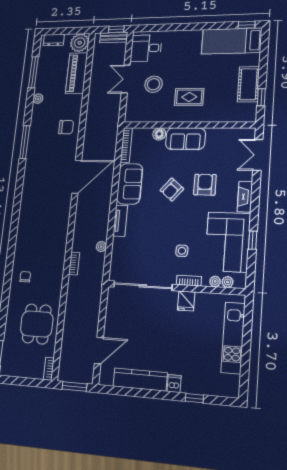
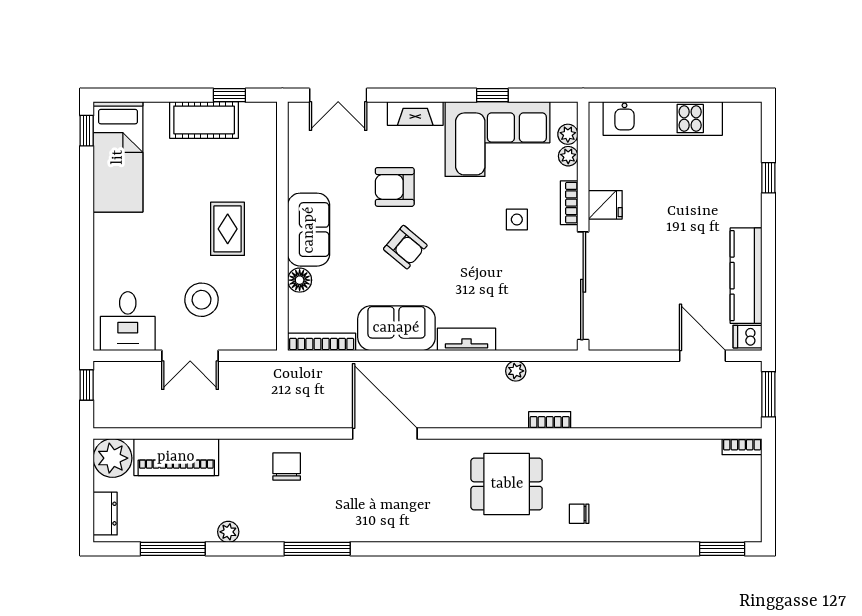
bench: (114, 37) -> (104, 389), removed
dining table: (37, 324) -> (507, 484), moved
dishwasher: (174, 384) -> (748, 337), moved

